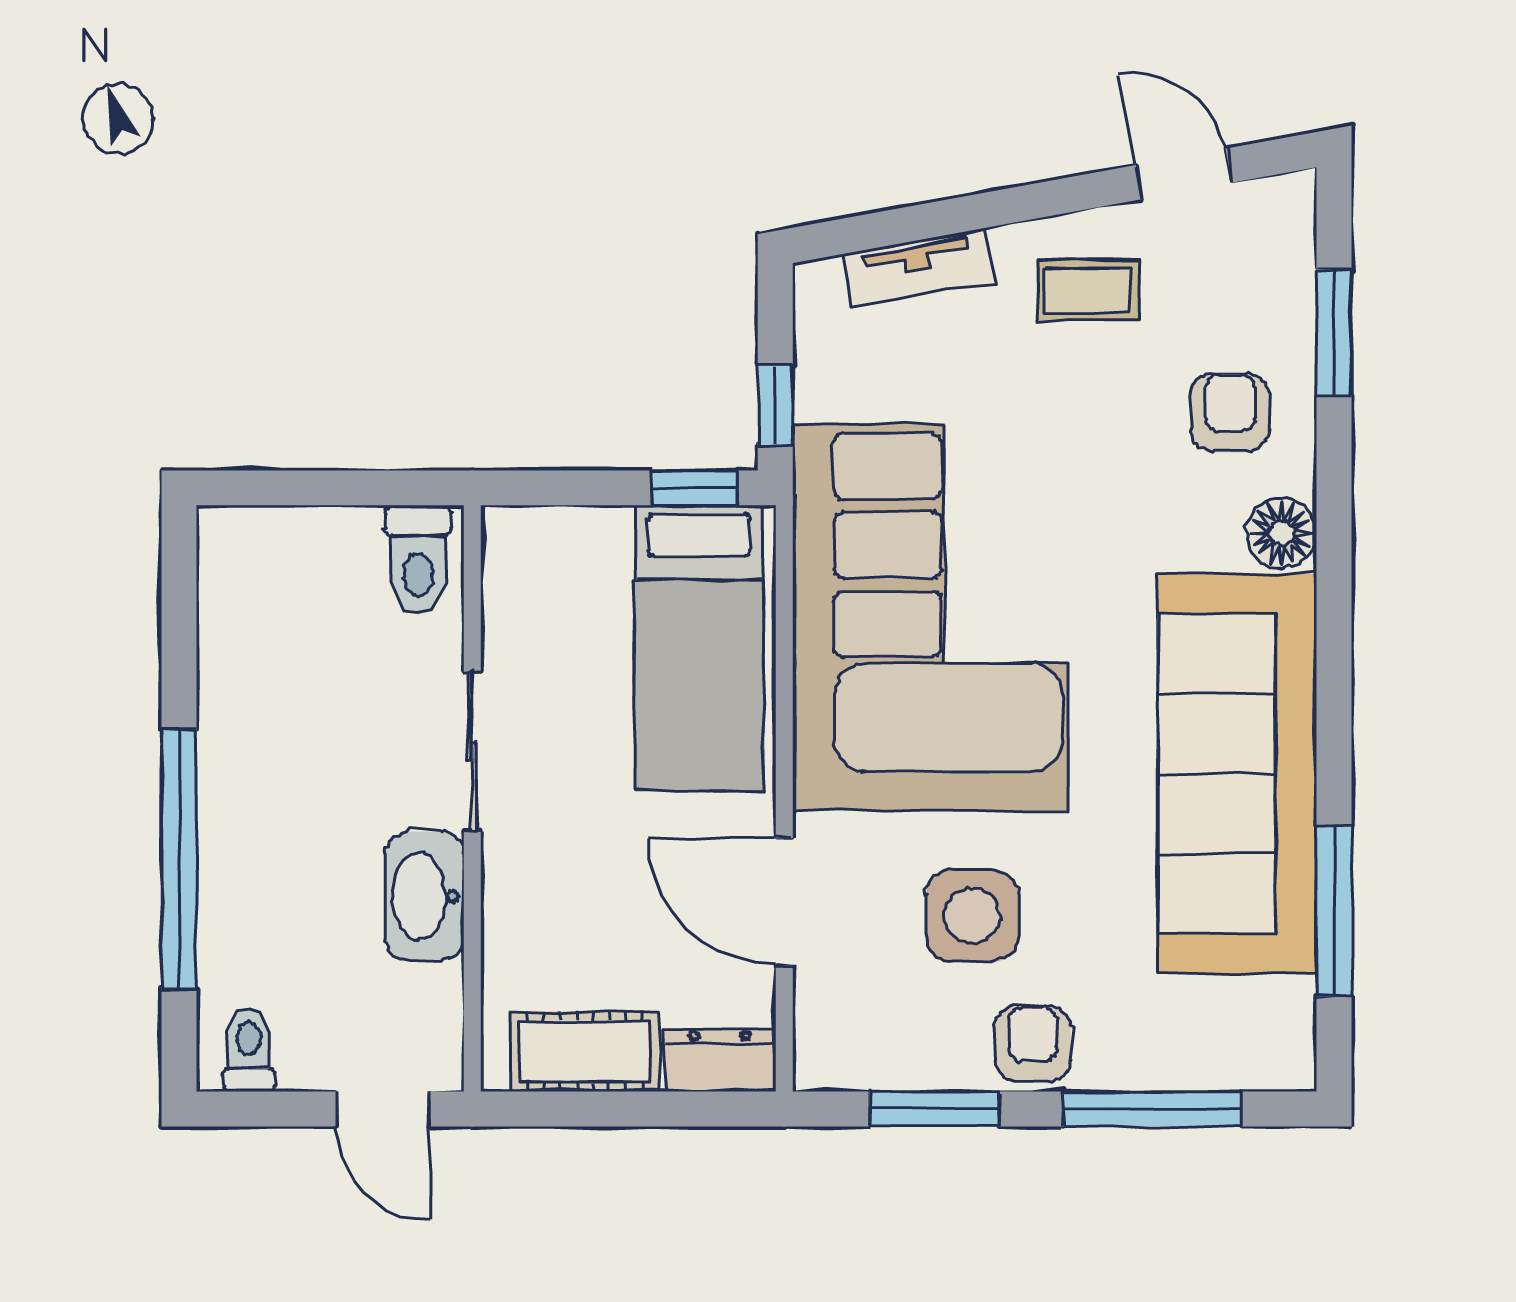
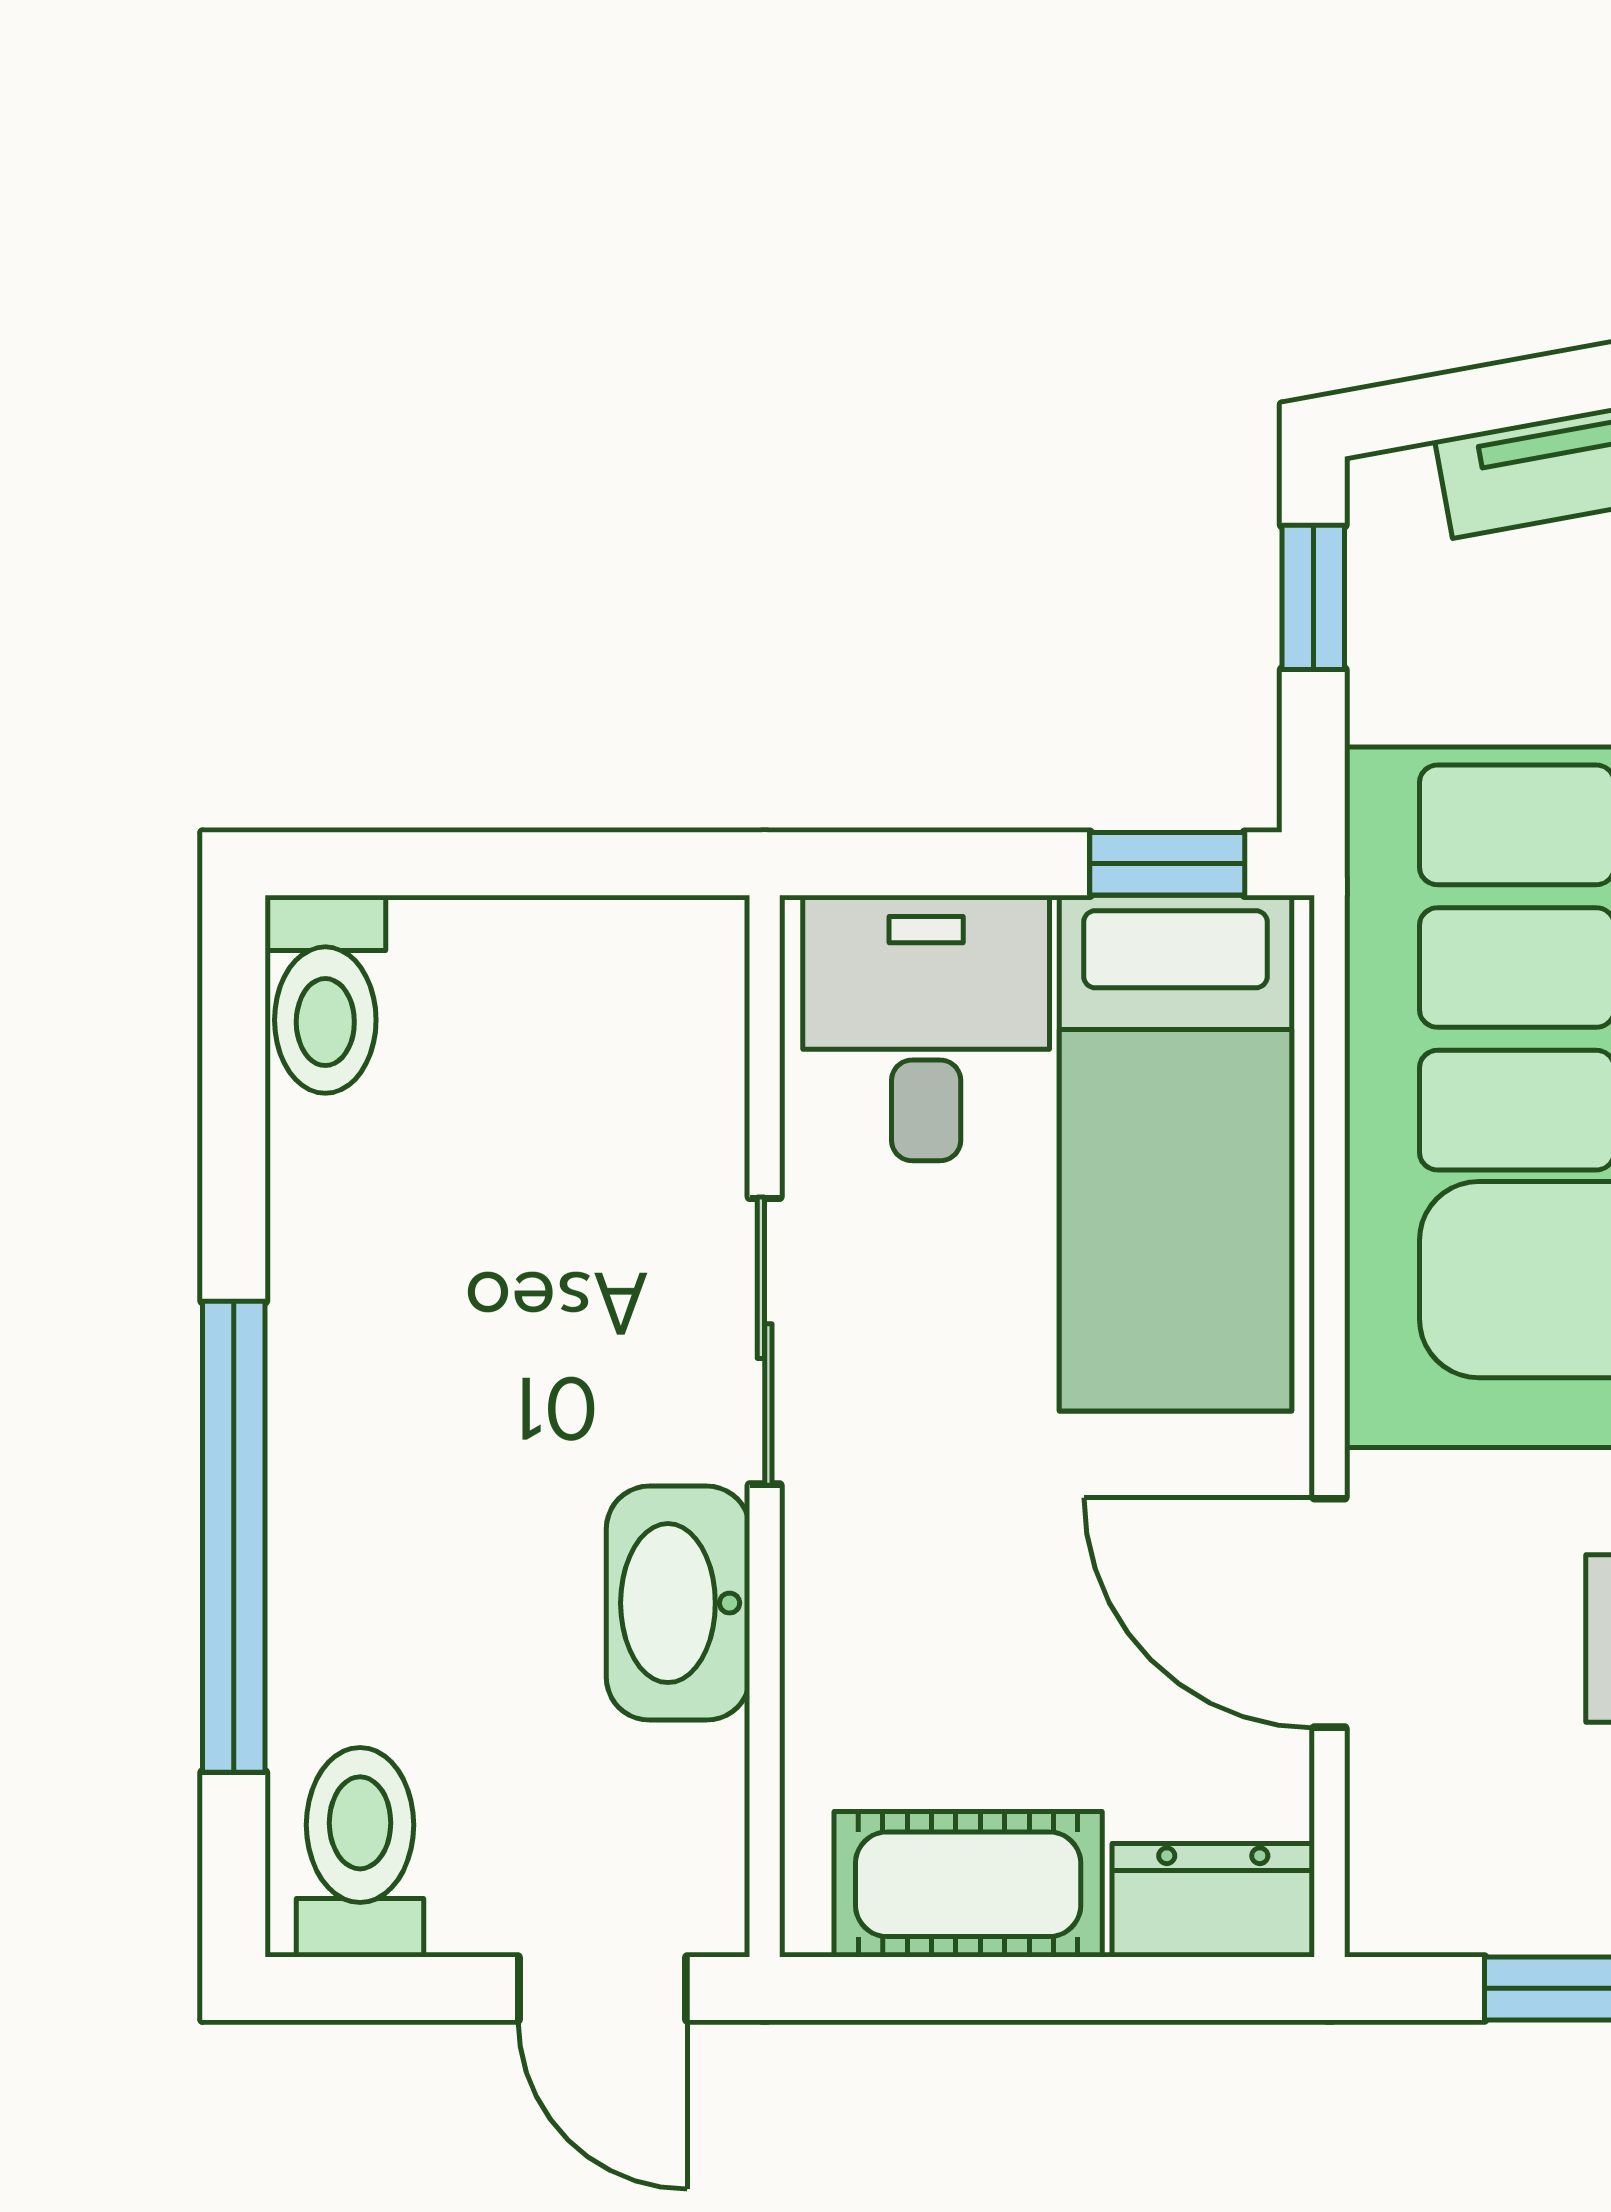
window: (775, 405) -> (1313, 597), moved
toilet: (418, 560) -> (325, 994), moved
desk: (561, 579) -> (926, 1028), added
toilet: (249, 1050) -> (360, 1852), width x1.37, depth x1.39

